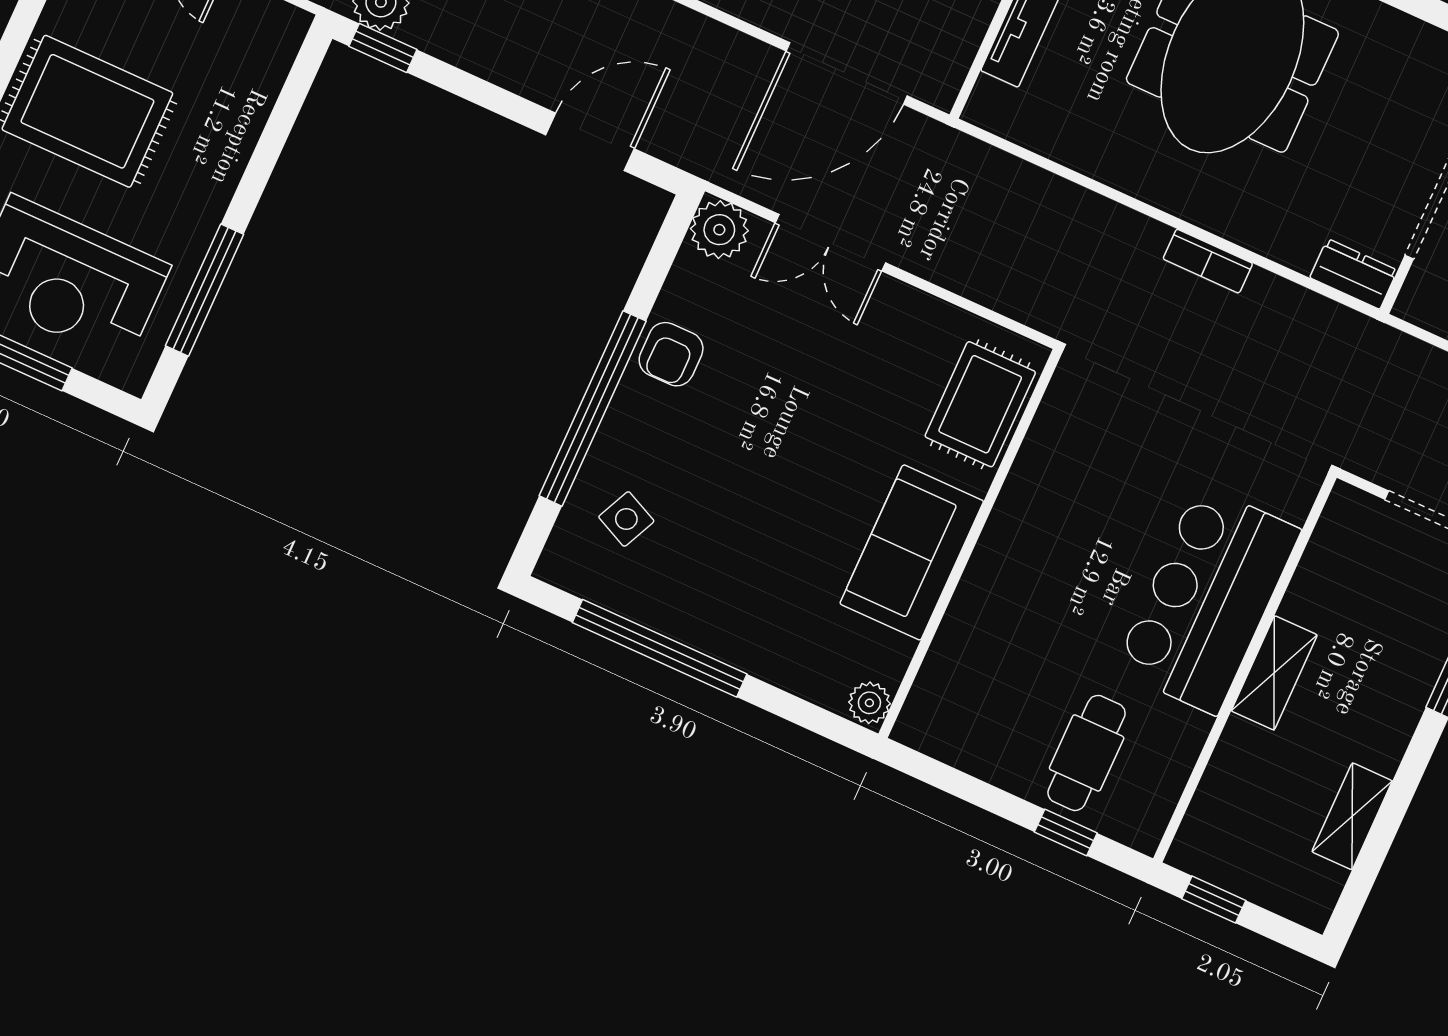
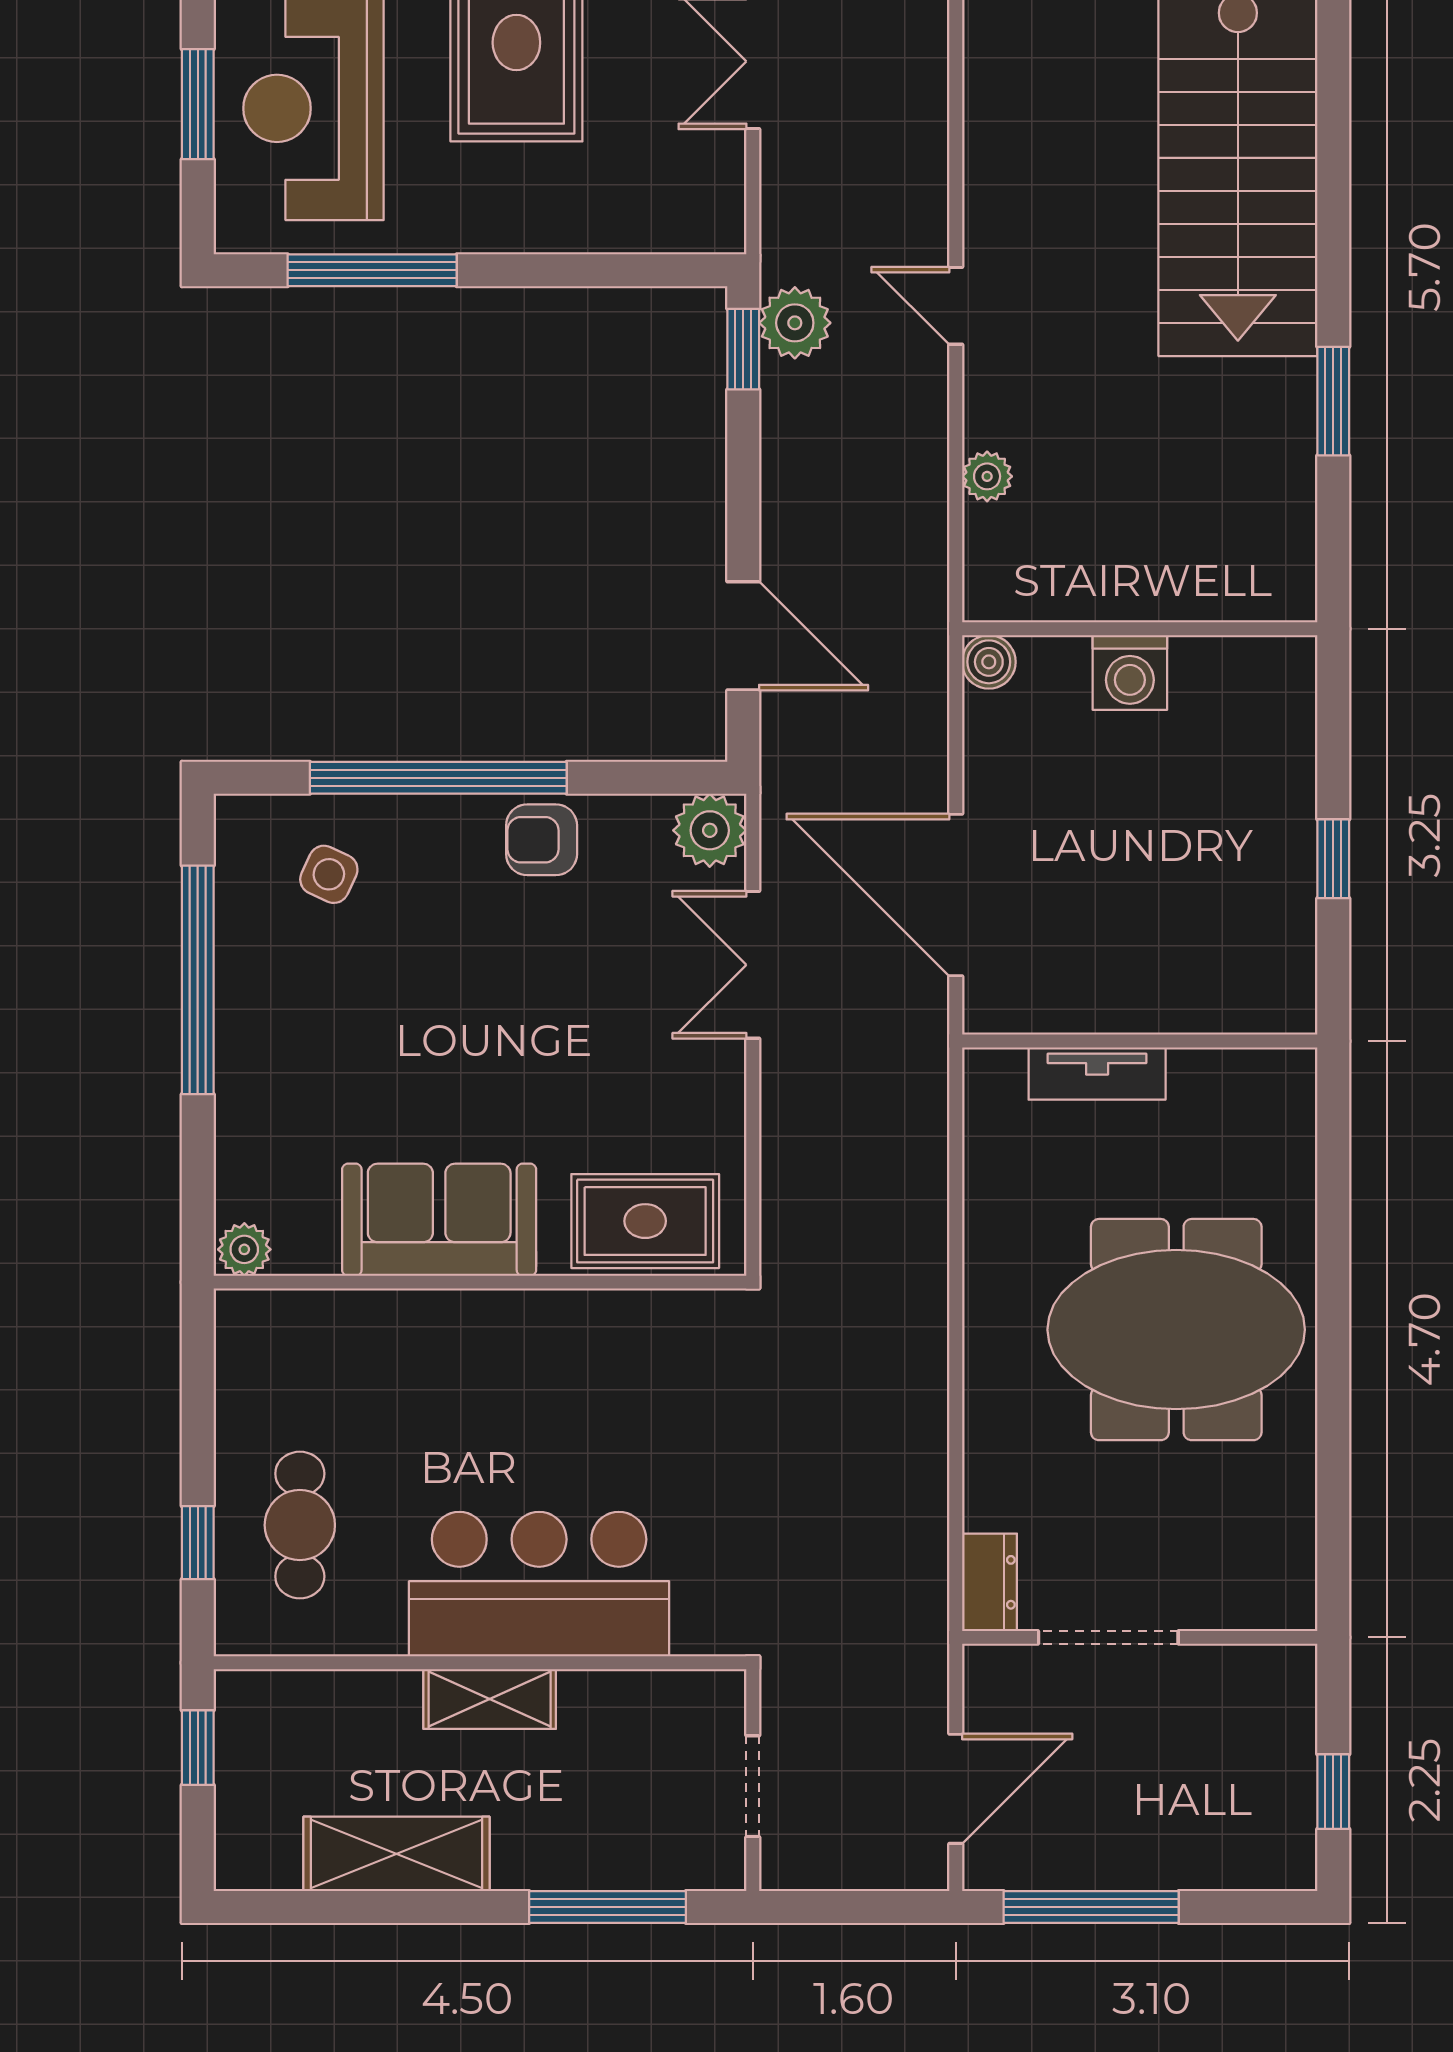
bookcase: (1208, 261) -> (928, 1408), removed
cafe table: (1087, 753) -> (300, 1525), turned 90
shelving: (1352, 816) -> (397, 1854), width x1.50, depth x1.33

